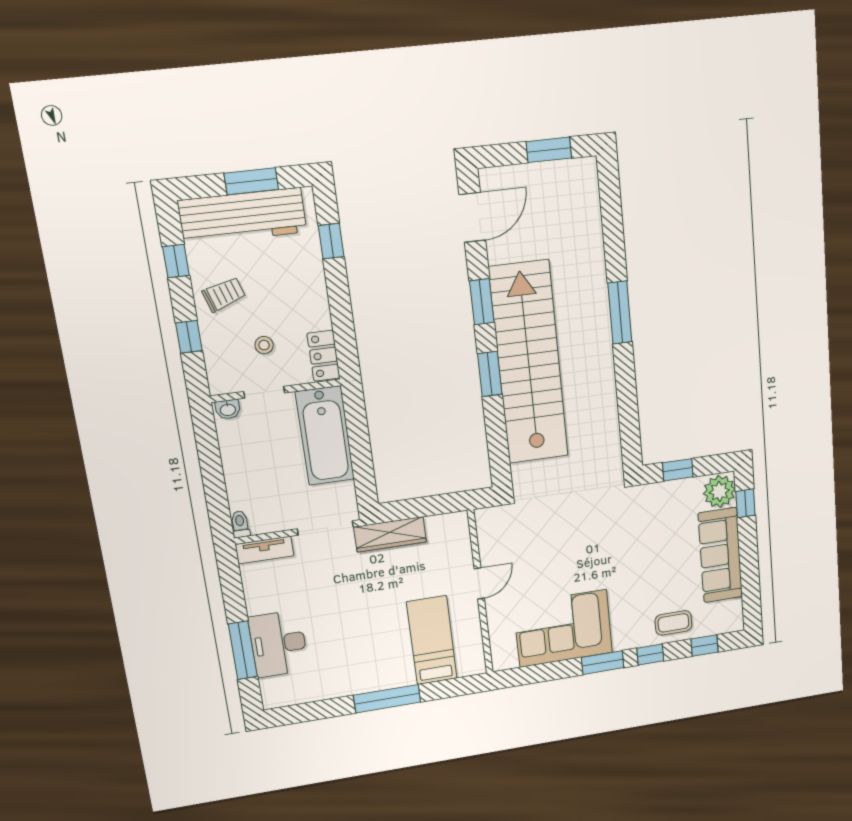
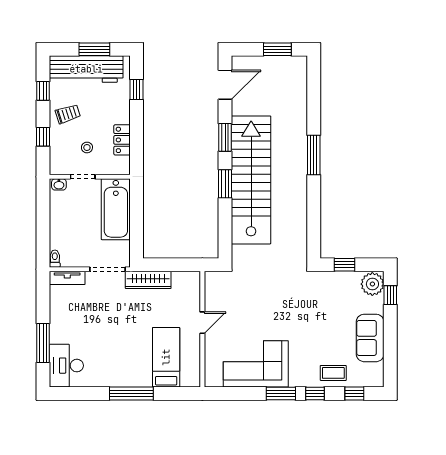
locker: (324, 356) -> (122, 140), moved
sofa: (720, 555) -> (370, 338), width x0.73
desk: (279, 644) -> (66, 366), moved

